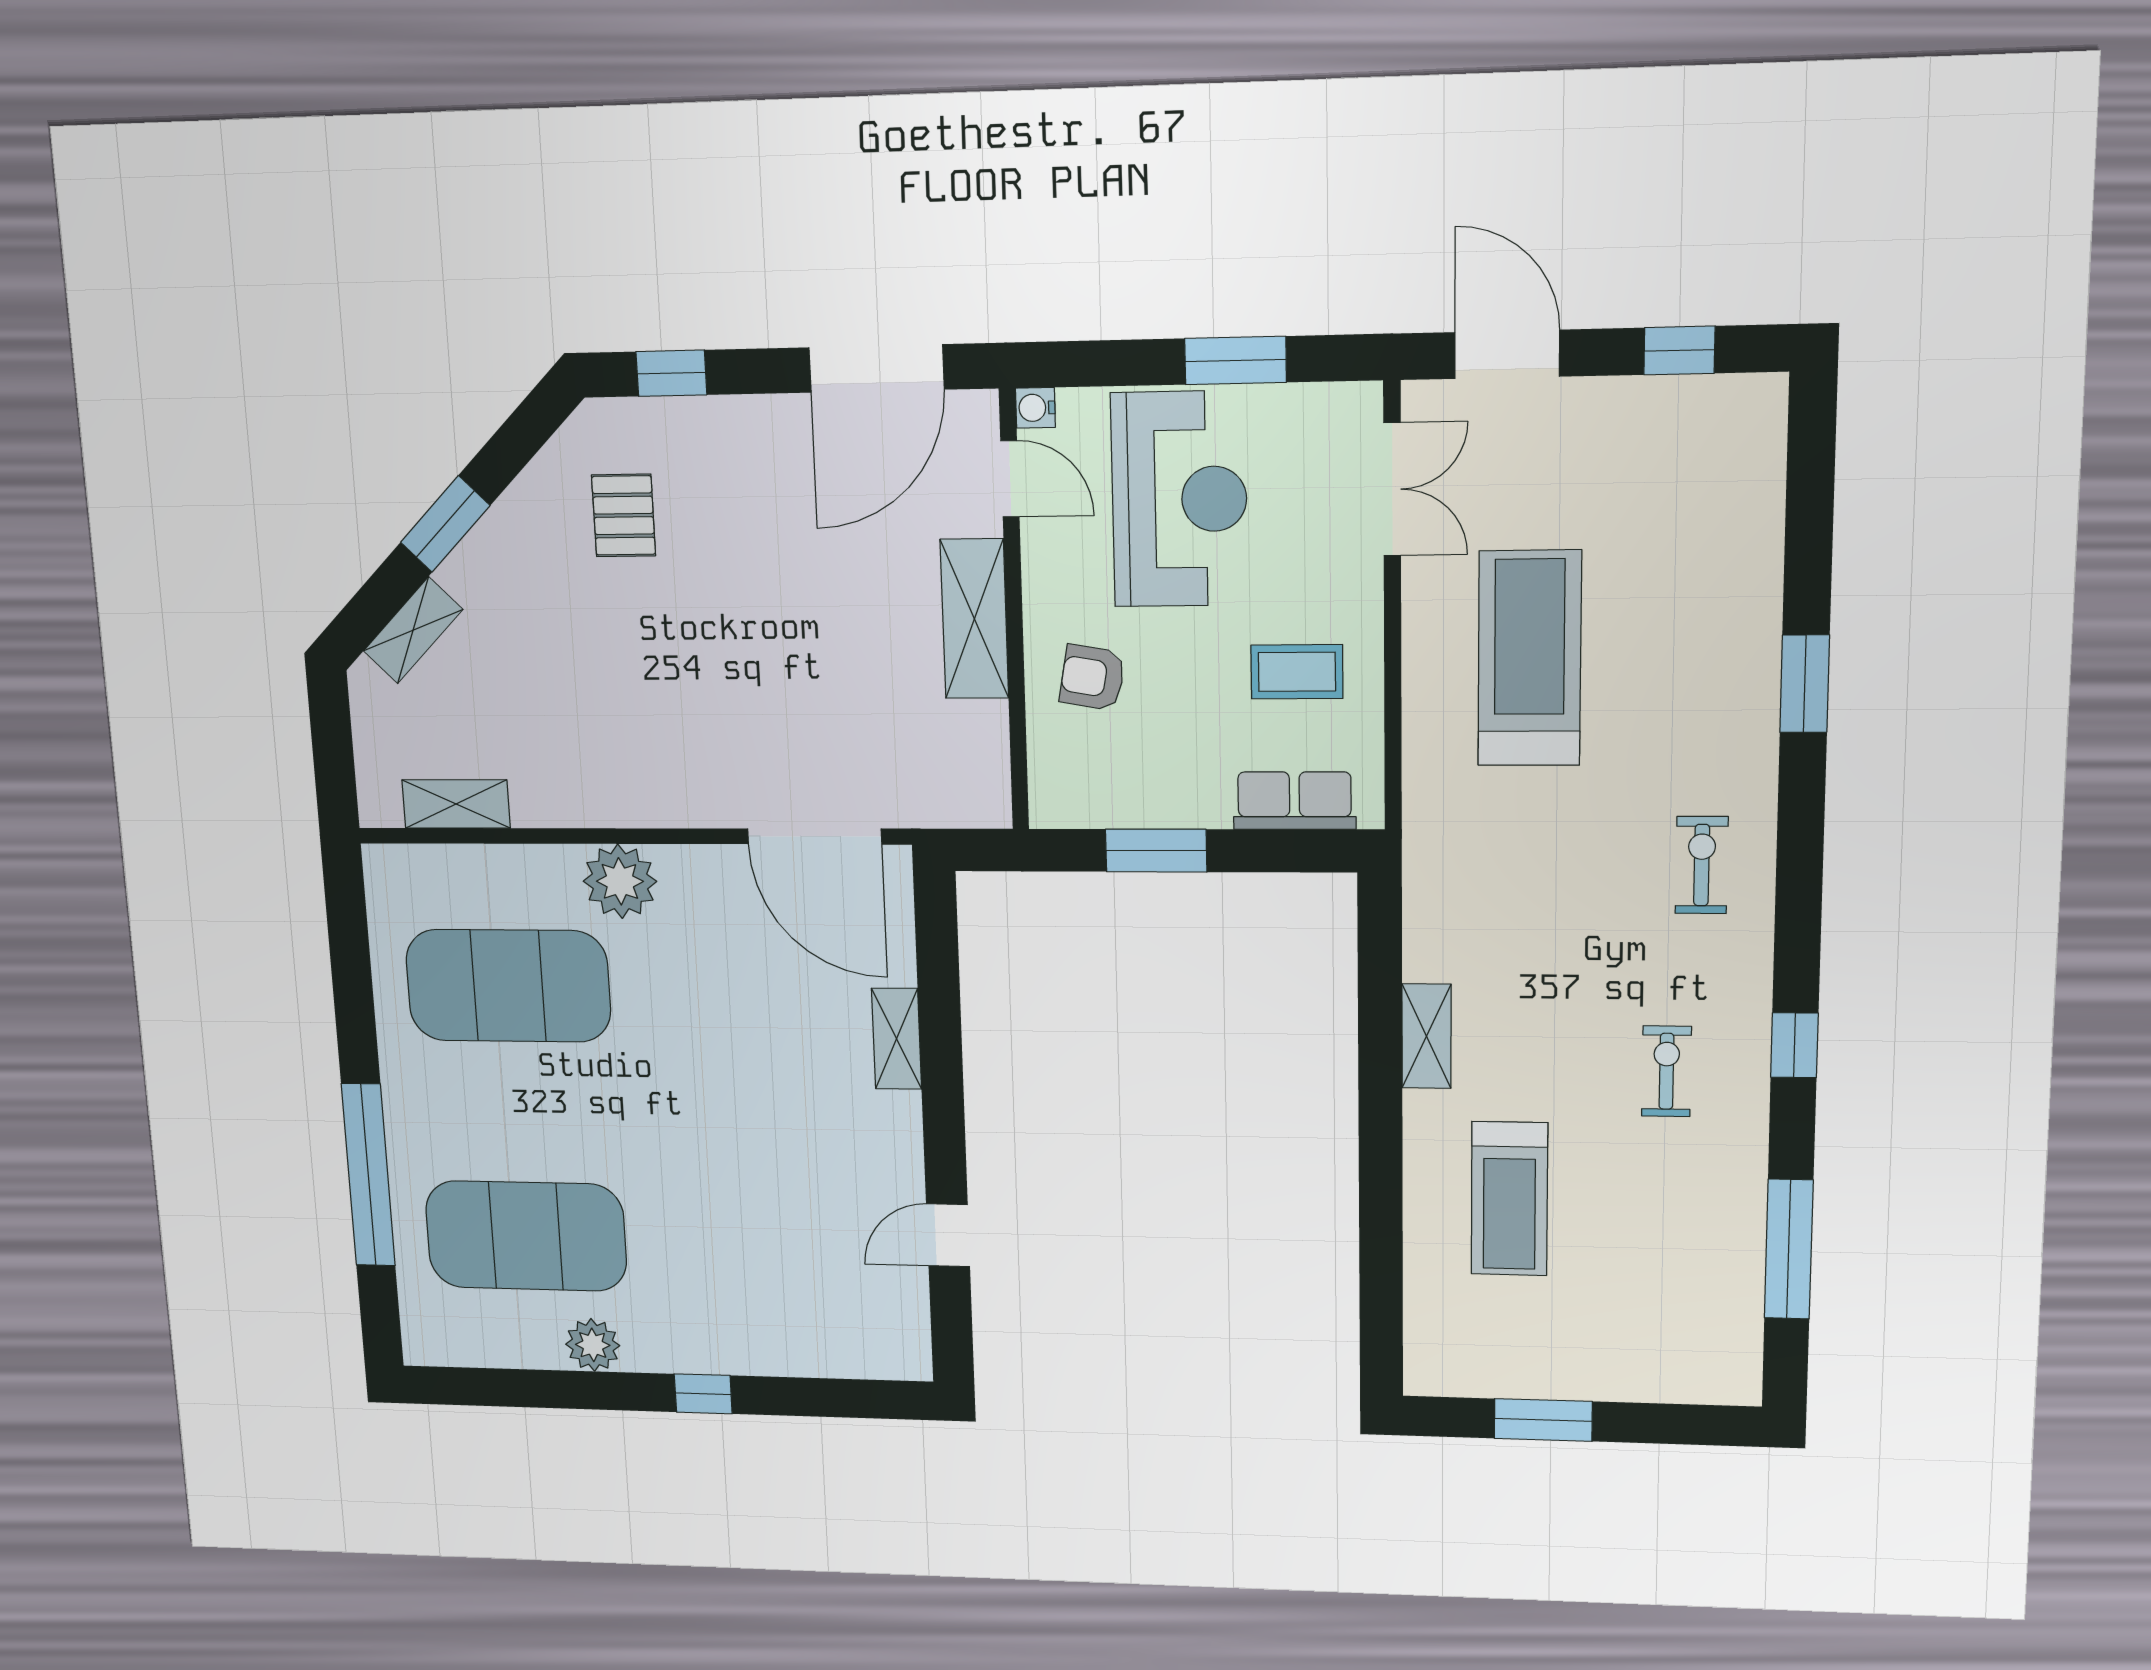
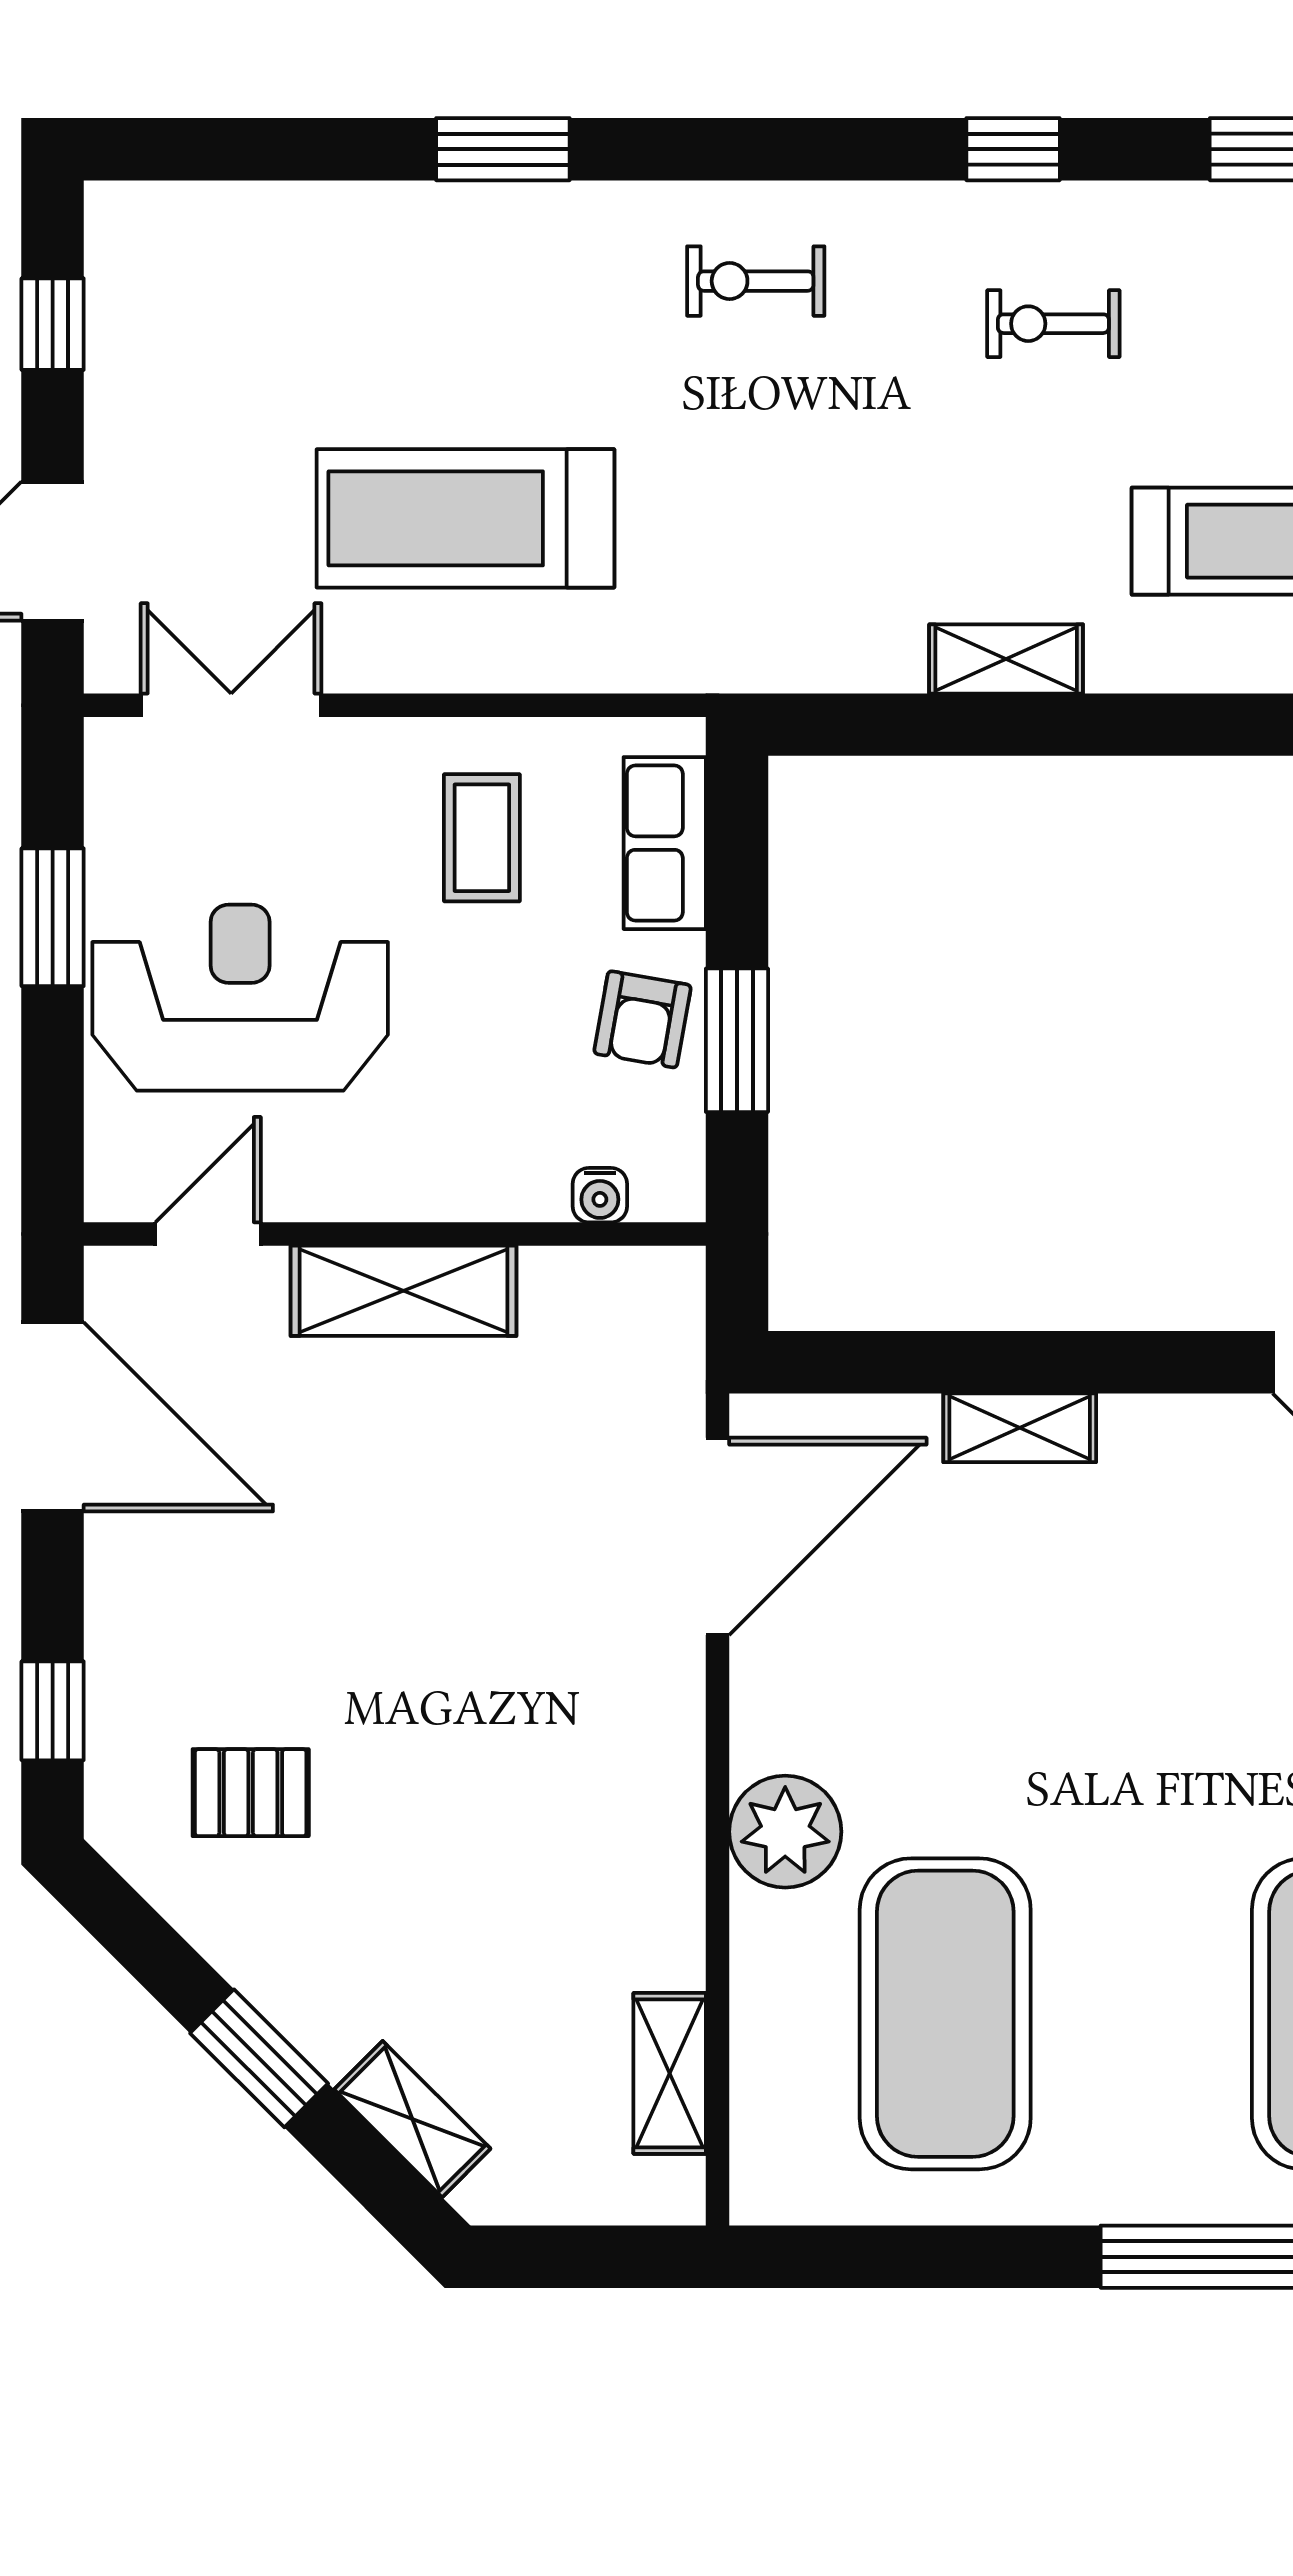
water cooler: (1035, 408) -> (600, 1195), moved
armchair: (1092, 678) -> (642, 1019), moved

